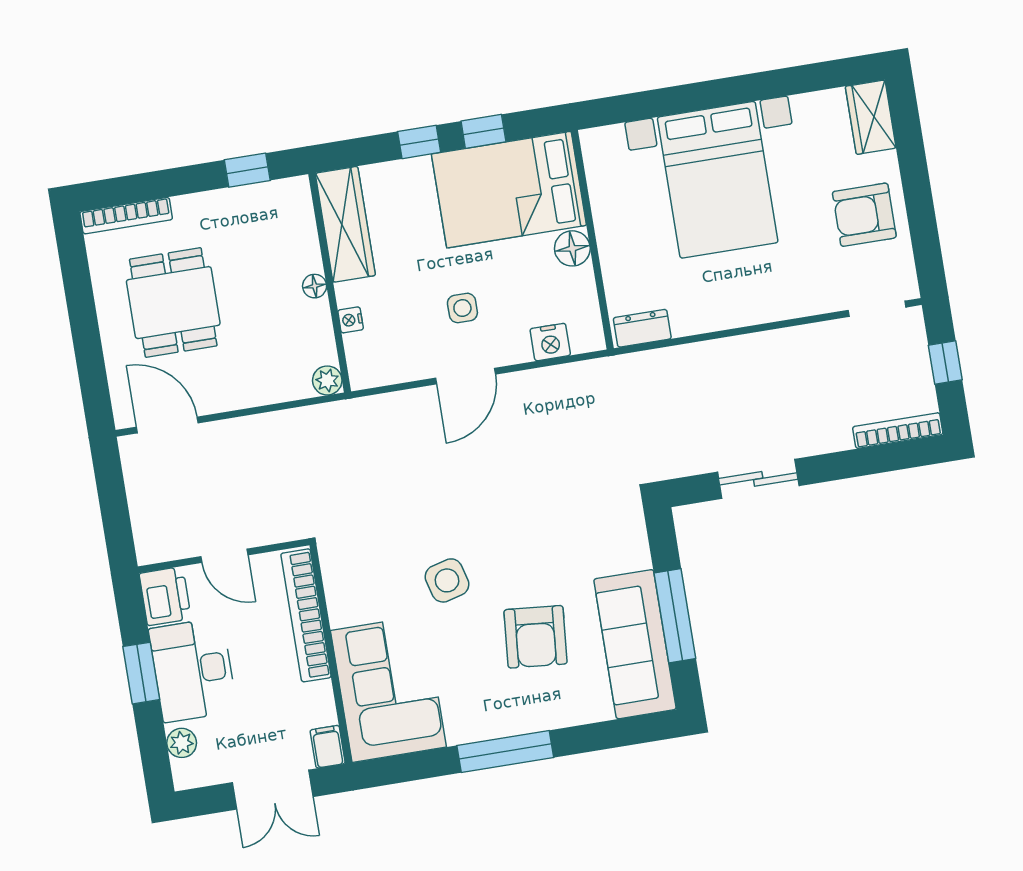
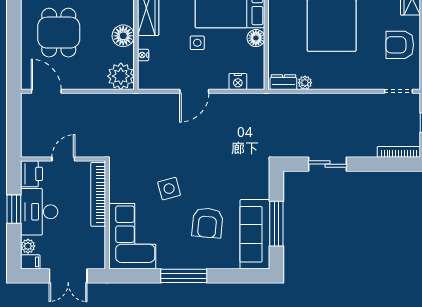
floor lamp: (315, 286) -> (123, 36), width x1.89, depth x1.89
side table: (462, 308) -> (197, 43), moved
plant: (686, 322) -> (305, 83), added
plant: (327, 380) -> (121, 76), width x1.88, depth x1.88
door: (224, 556) -> (63, 159), swing flipped
filing cabinet: (328, 747) -> (30, 262), moved, turned 90

